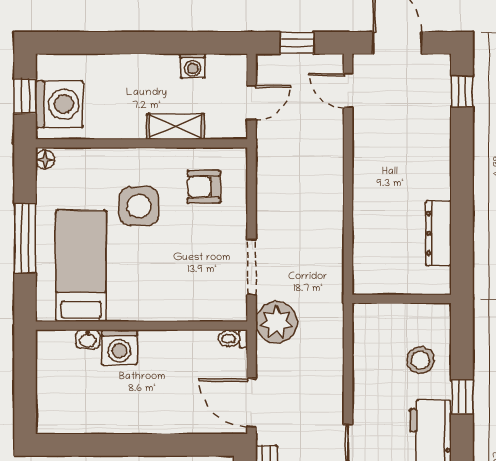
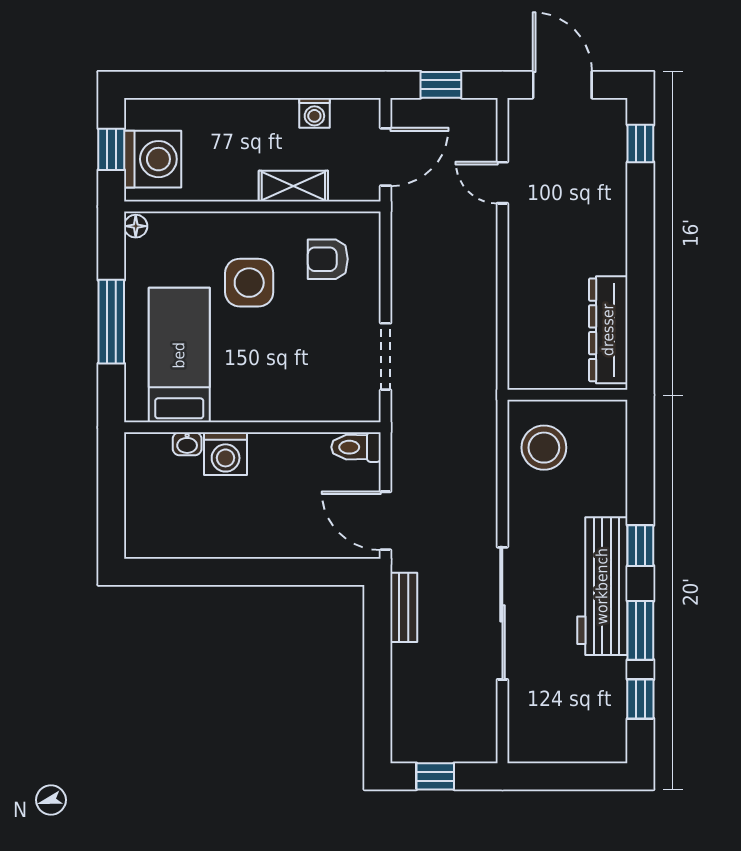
door: (348, 91) -> (502, 183), moved
door: (252, 102) -> (386, 157), width x1.38
dresser: (439, 233) -> (608, 330), width x1.37, depth x1.24
plant: (276, 322) -> (416, 423), removed
toilet: (233, 339) -> (356, 447), width x1.37, depth x1.39
stool: (420, 360) -> (544, 448), moved, width x1.38, depth x1.38
window: (462, 397) -> (640, 546), moved

